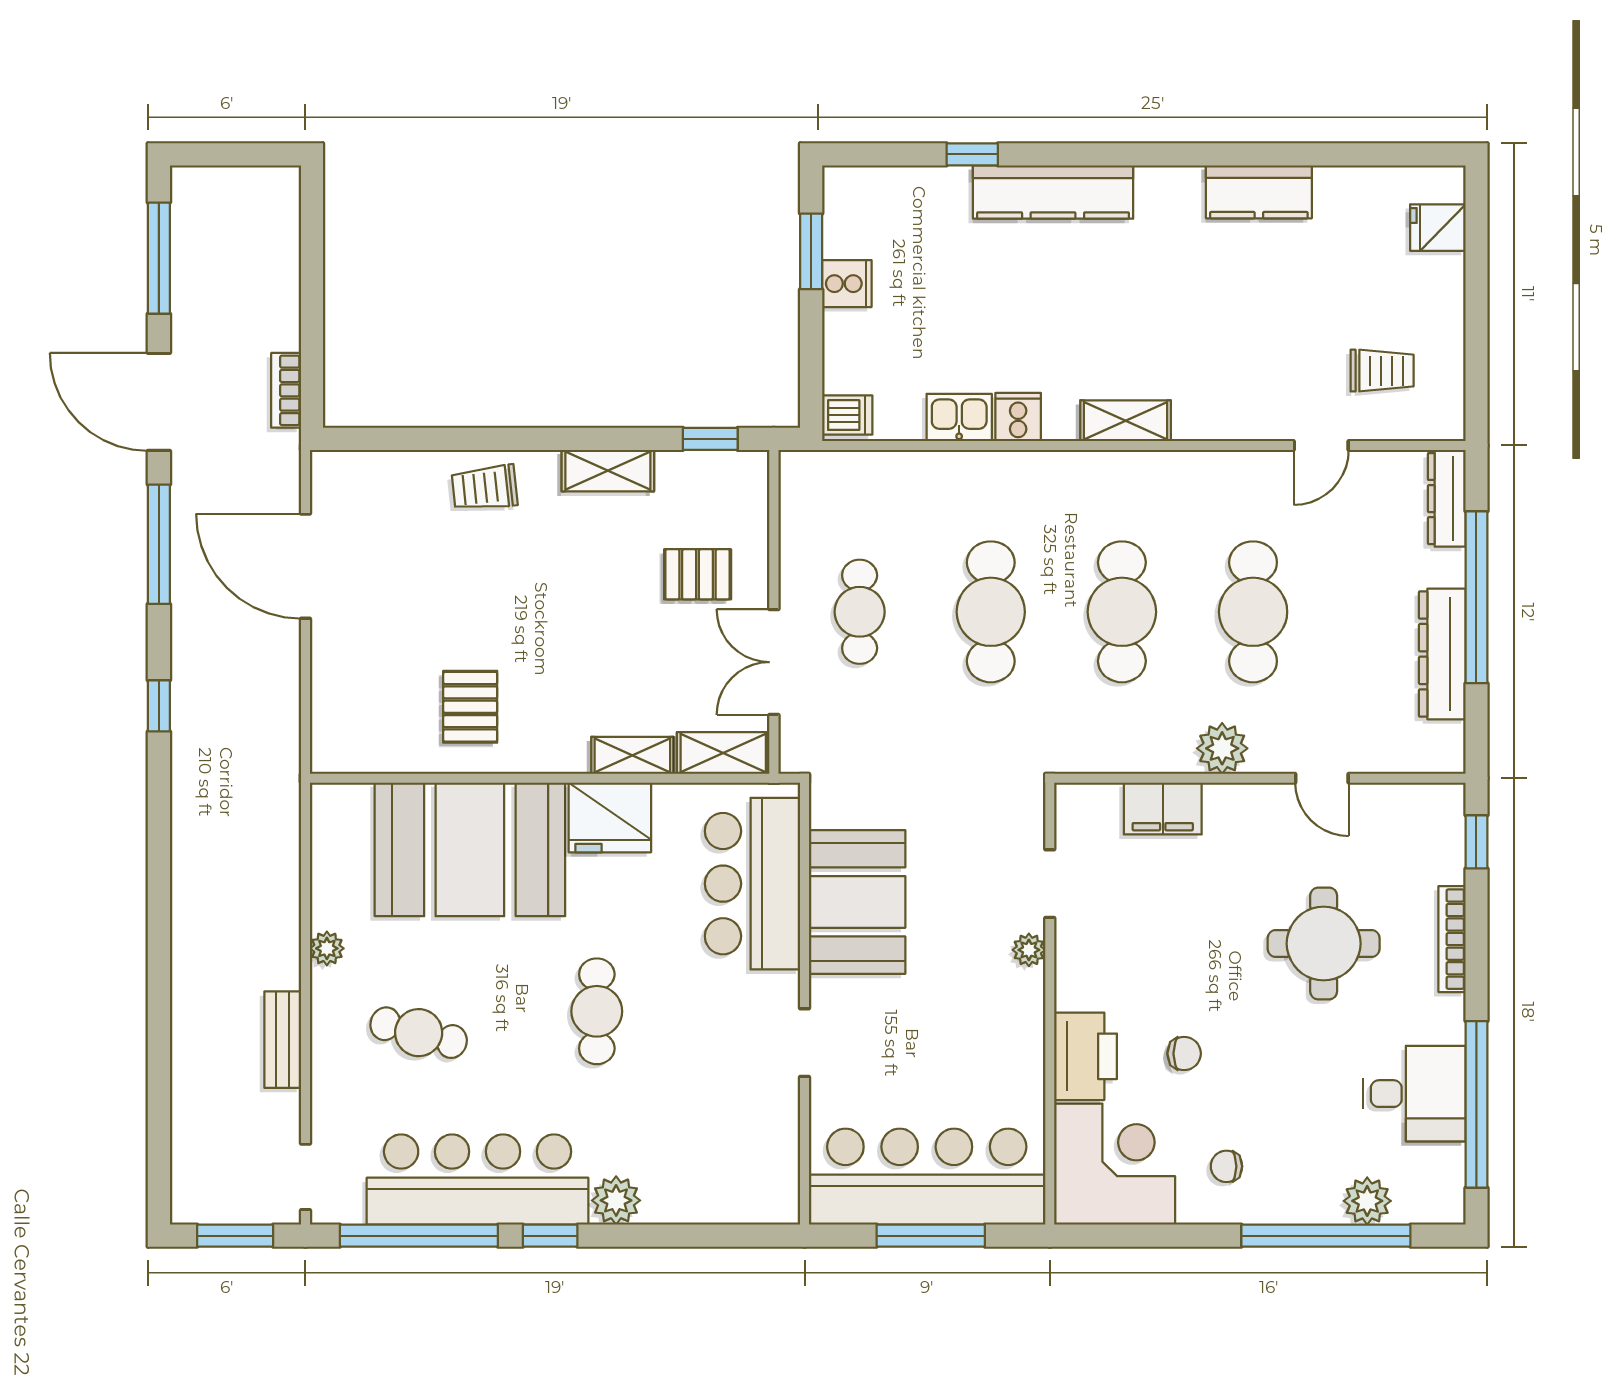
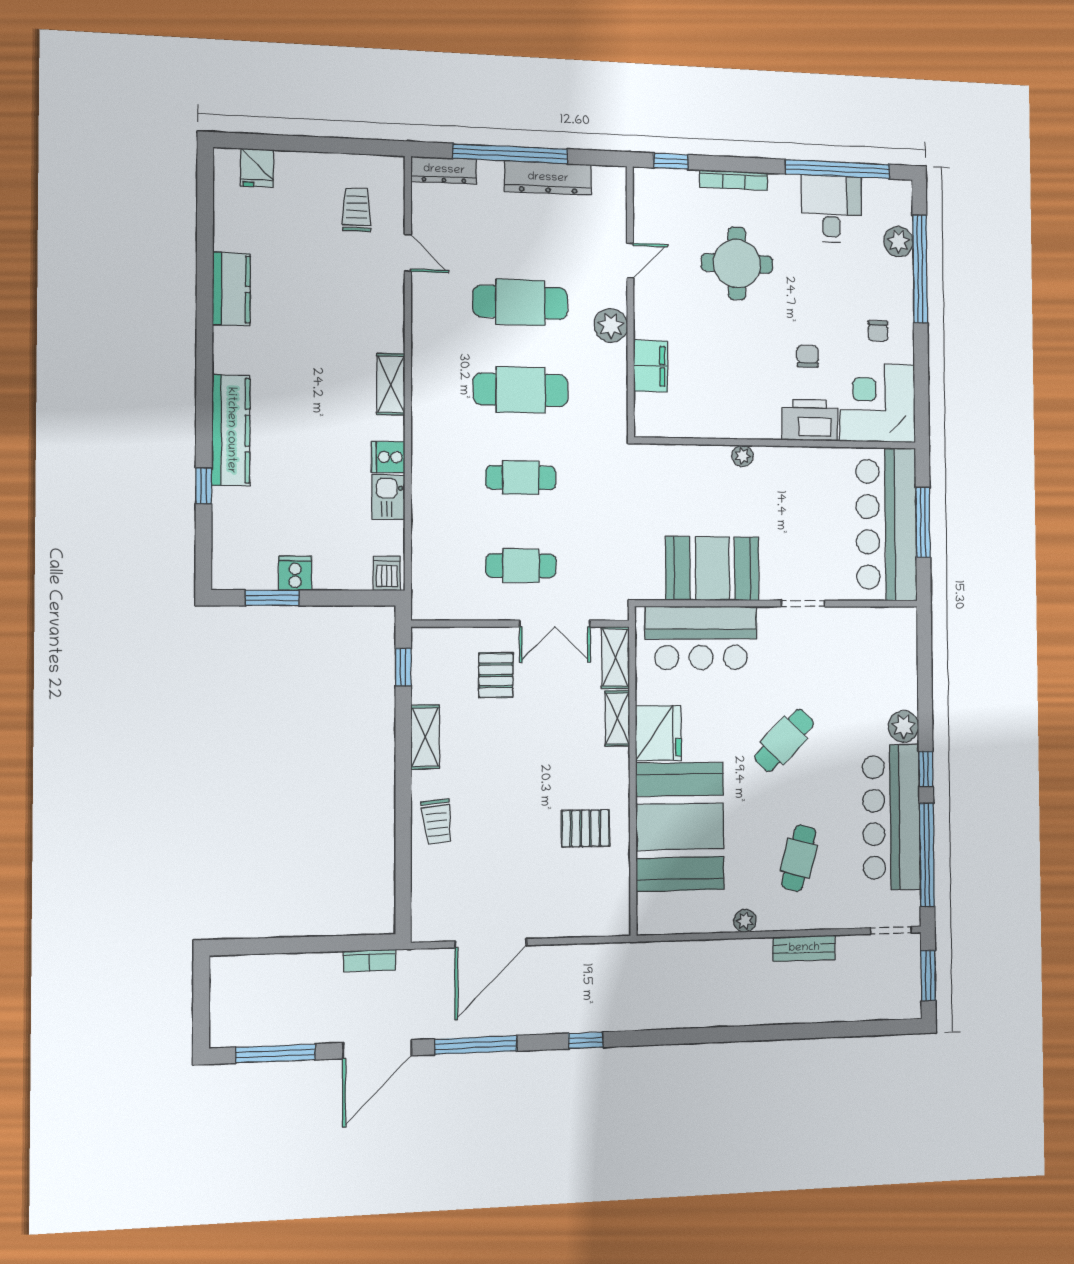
cafe table: (991, 612) -> (521, 478), width x0.73, depth x0.74
doorway: (1050, 884) -> (700, 441), removed
cafe table: (597, 1011) -> (784, 740), turned -46

